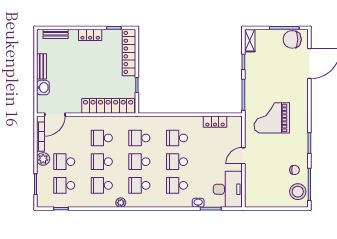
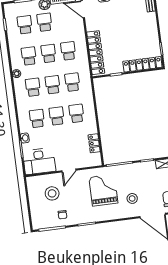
locker: (90, 35) -> (153, 30), removed
stool: (286, 85) -> (132, 198), added
door: (243, 156) -> (69, 170), swing flipped
stool: (298, 192) -> (52, 193), moved

